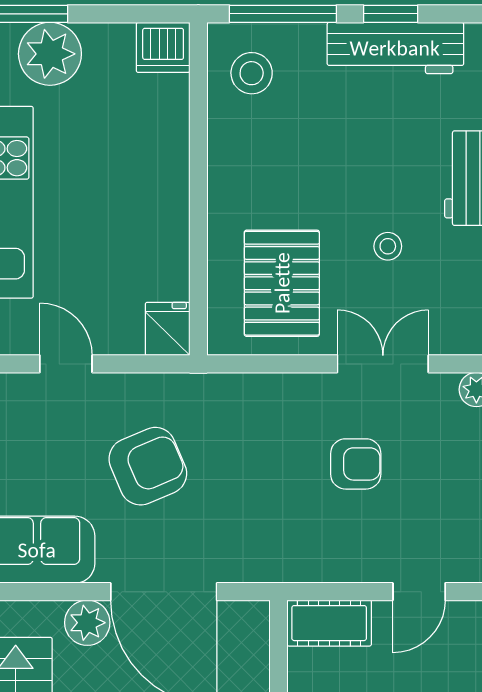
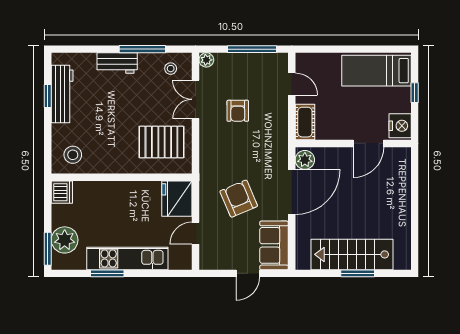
window: (283, 14) -> (48, 142), removed
stool: (388, 246) -> (171, 69), moved
fridge: (168, 329) -> (177, 199), width x1.88, depth x1.34
armchair: (356, 464) -> (238, 111), turned 180
plant: (87, 623) -> (305, 160), moved

